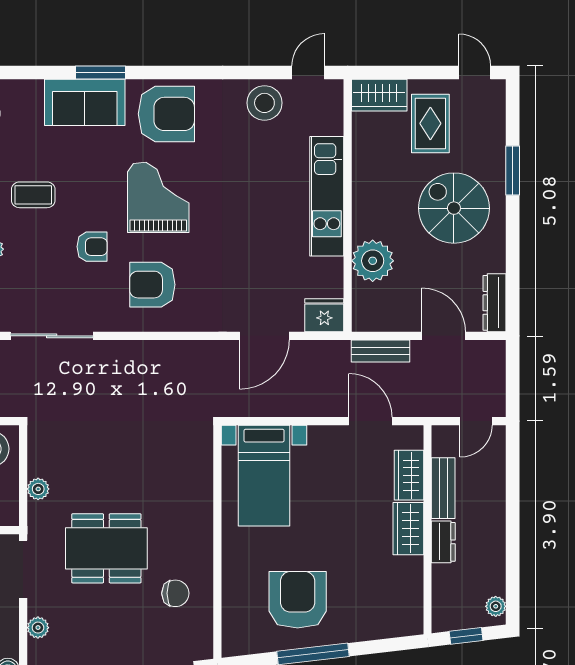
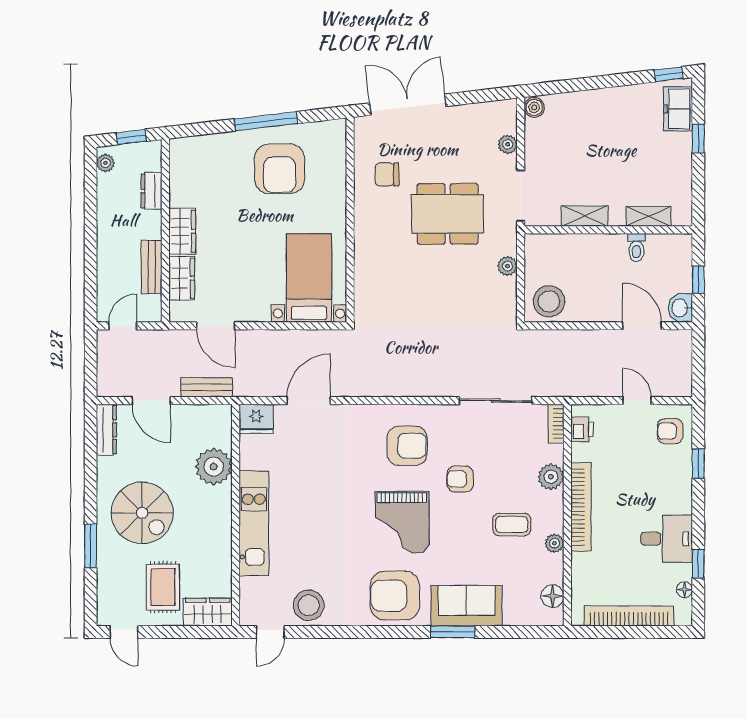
dresser: (443, 542) -> (151, 191), moved

